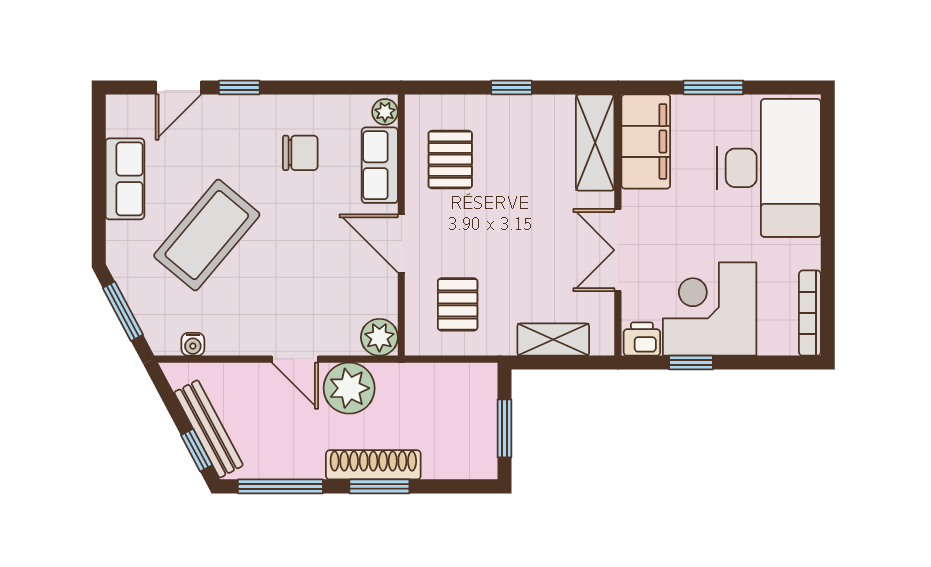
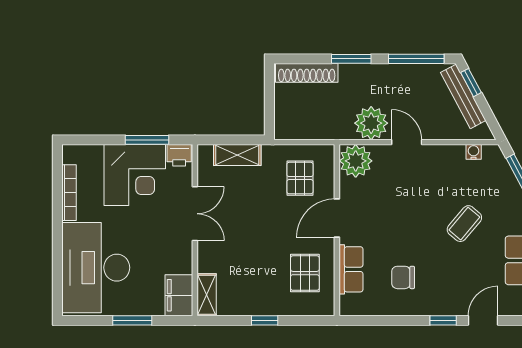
plant: (385, 112) -> (348, 304), removed
filing cabinet: (646, 142) -> (179, 295), width x0.67, depth x0.86
shelving: (595, 143) -> (207, 295), width x0.67, depth x0.75
coffee table: (207, 235) -> (464, 224), width x0.54, depth x0.58
door: (401, 243) -> (337, 218), swing flipped
bookcase: (810, 313) -> (69, 193), moved
plant: (379, 337) -> (356, 161), width x1.36, depth x1.36
window: (691, 363) -> (147, 140), width x1.50
window: (504, 428) -> (269, 97), removed
shoe rack: (373, 465) -> (307, 73), moved

